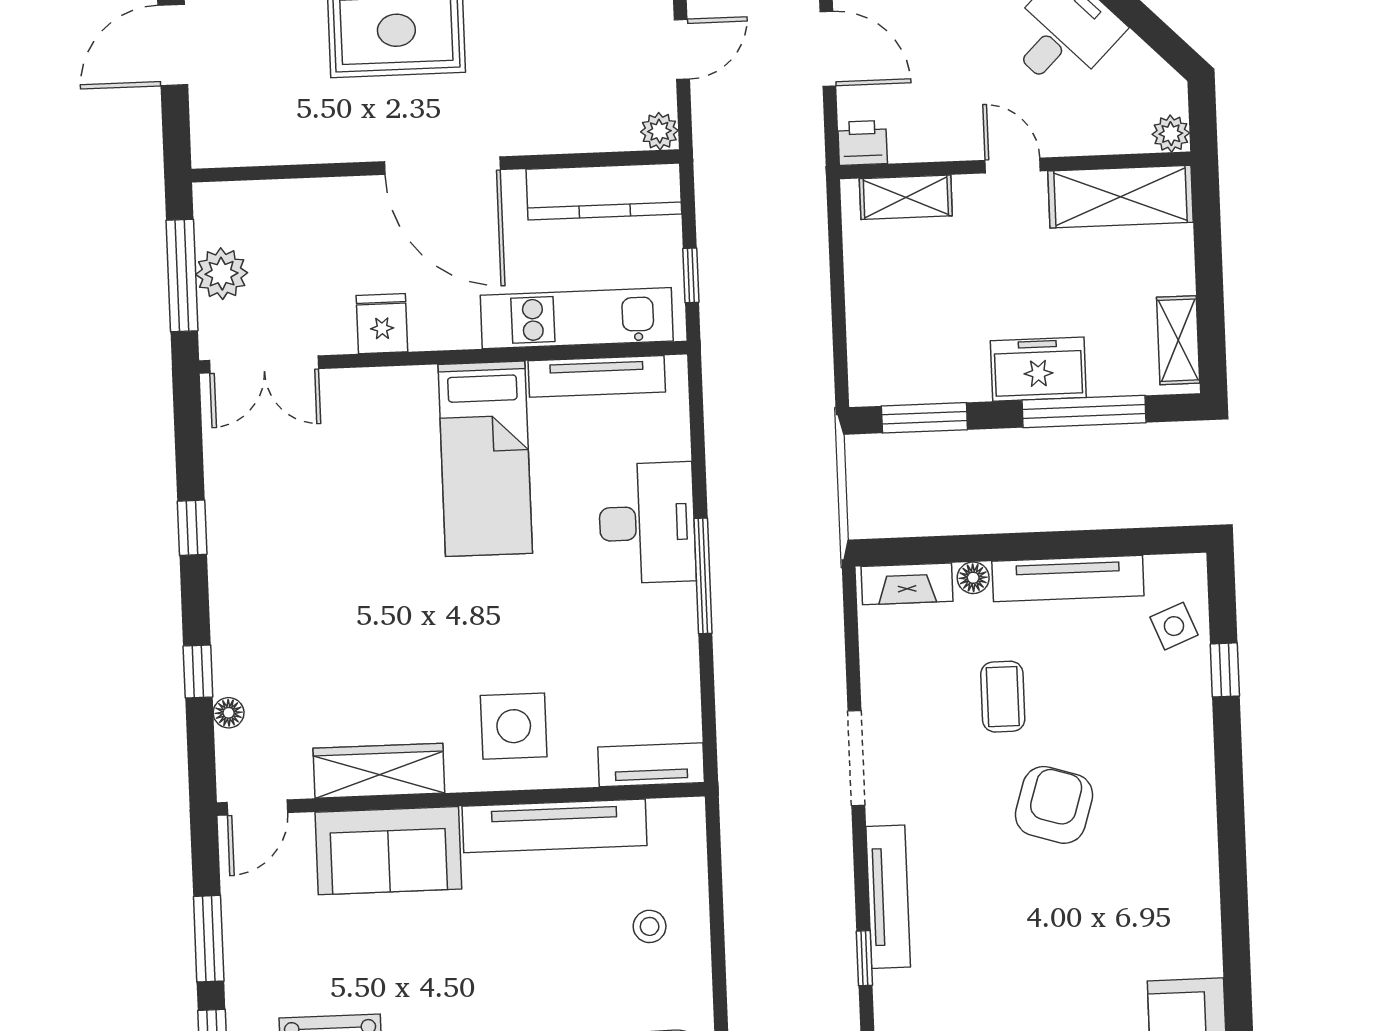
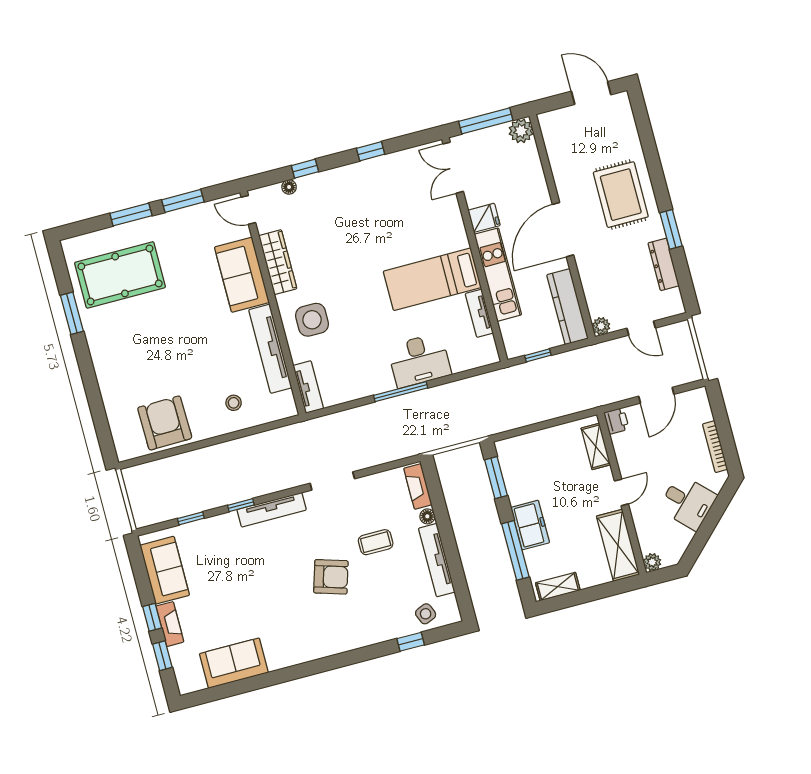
plant: (222, 274) -> (521, 131), moved
kitchen unit: (577, 318) -> (498, 275), moved
tv unit: (597, 376) -> (479, 313), width x0.71

